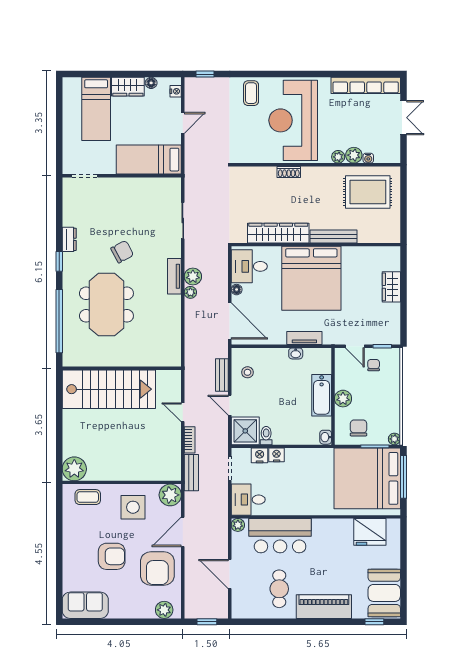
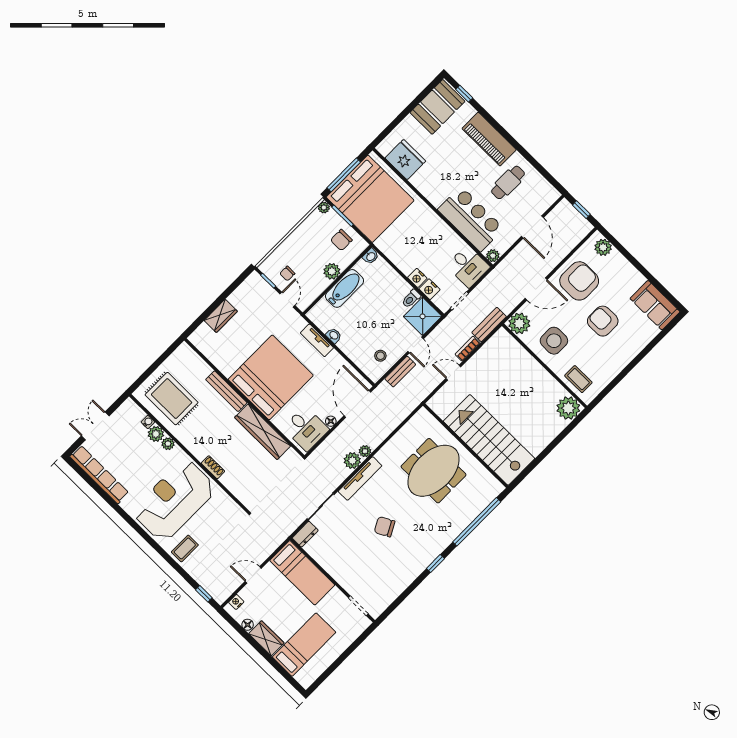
reception desk: (293, 120) -> (174, 500), turned 180
dresser: (69, 239) -> (305, 534), moved, turned 180
tv unit: (174, 276) -> (360, 479), width x1.41
meeting table: (106, 305) -> (434, 471), moved
door: (183, 412) -> (453, 373), swing flipped

